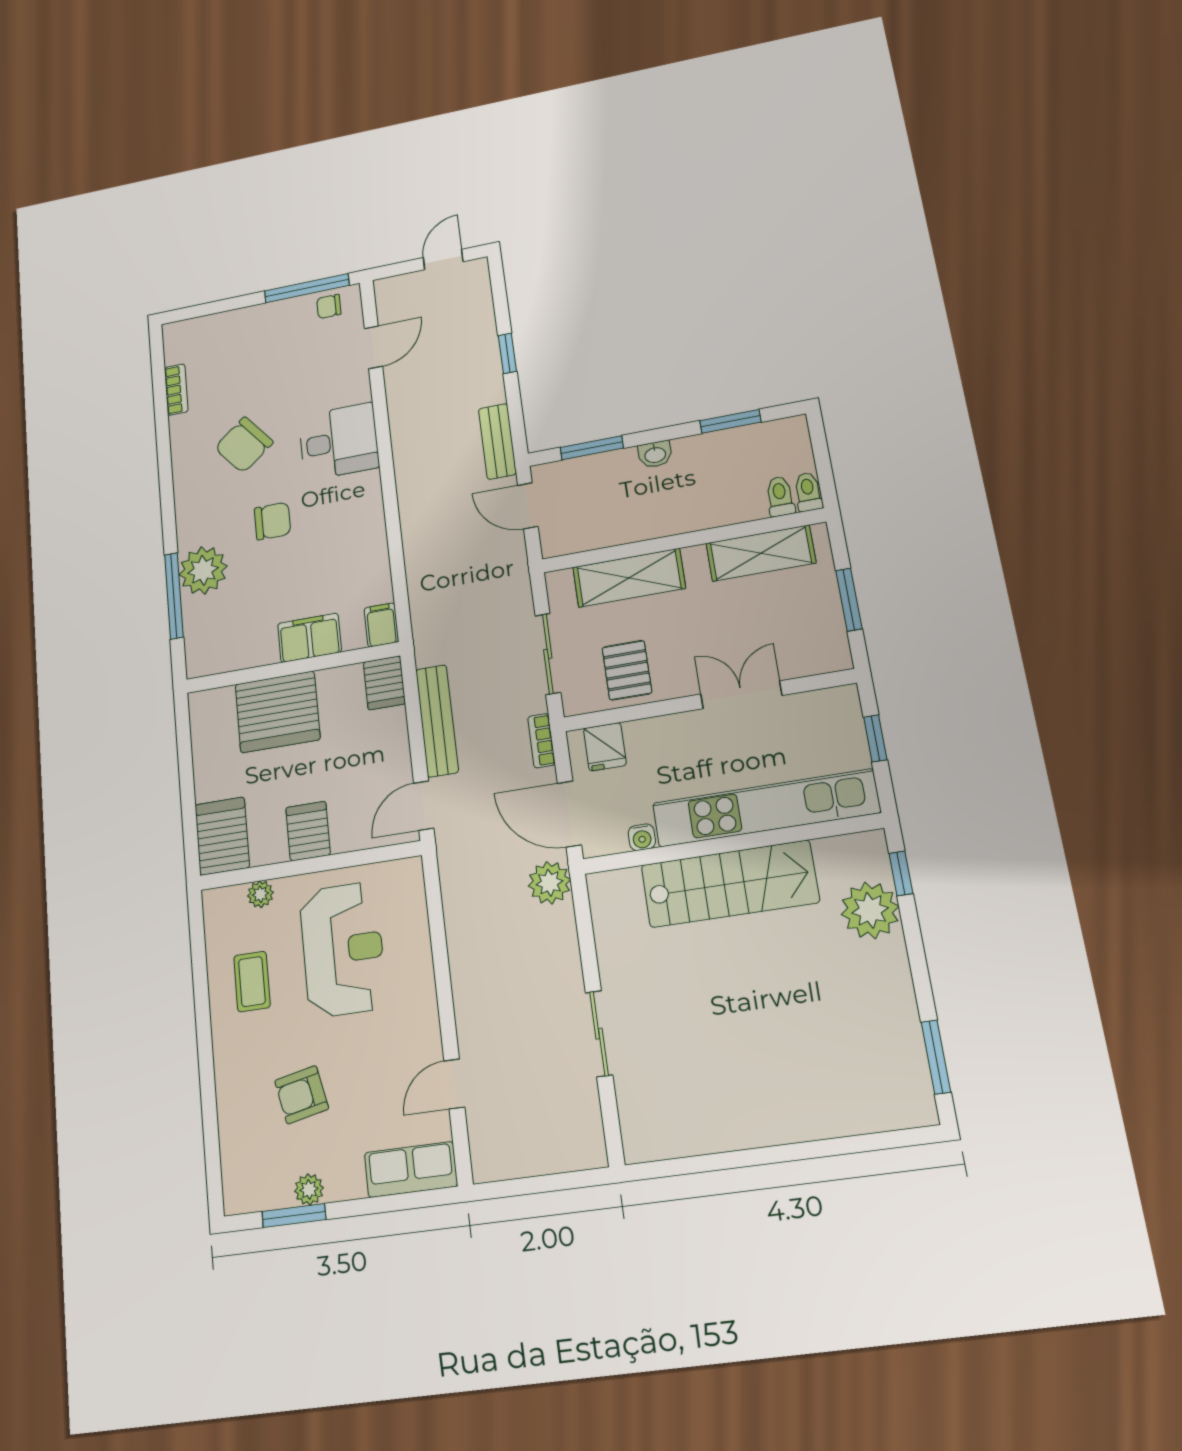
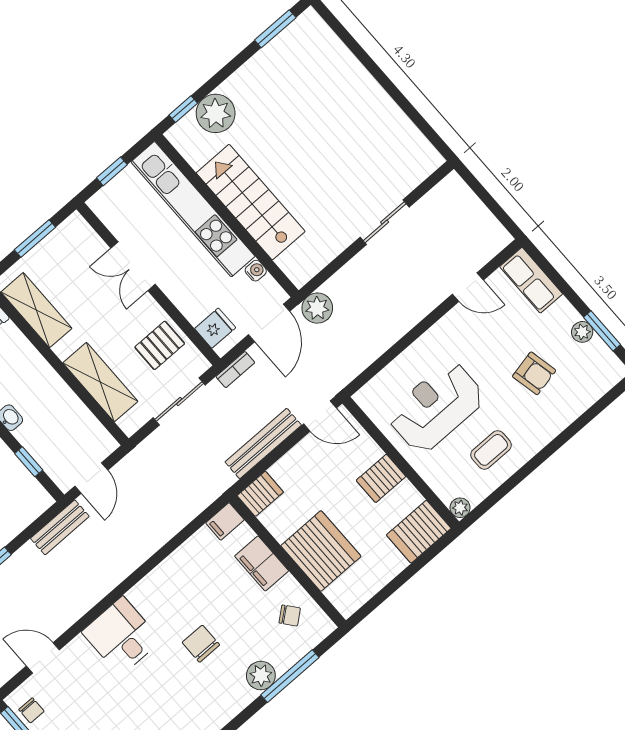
chair: (244, 445) -> (290, 615), moved, width x0.54, depth x0.54
window: (592, 448) -> (29, 462), width x0.67
plant: (203, 570) -> (261, 676), width x0.73, depth x0.73
plant: (260, 894) -> (460, 508), moved

